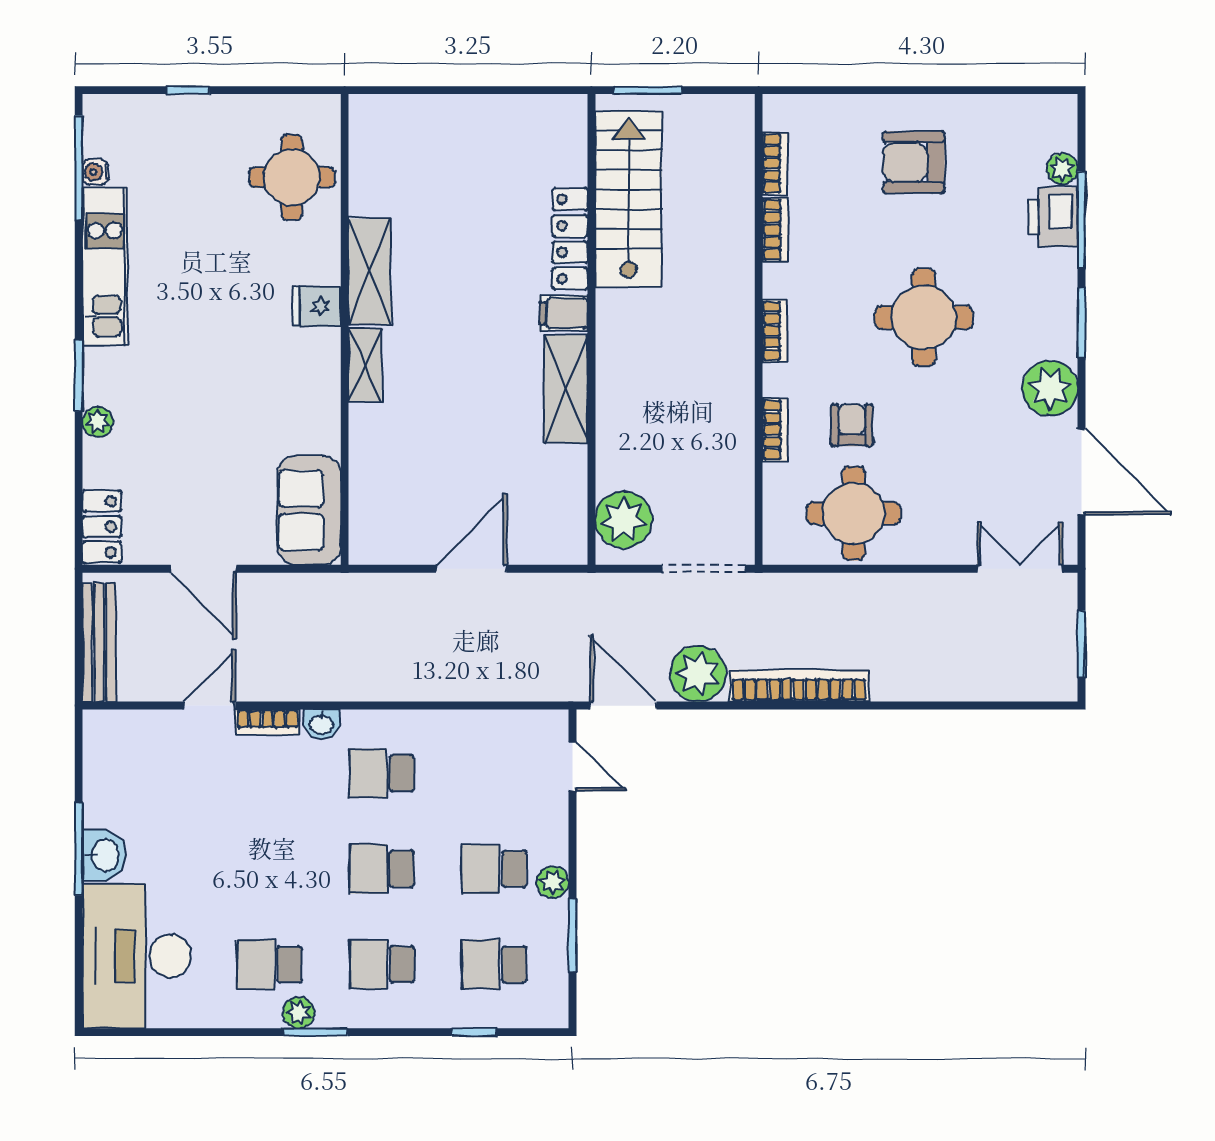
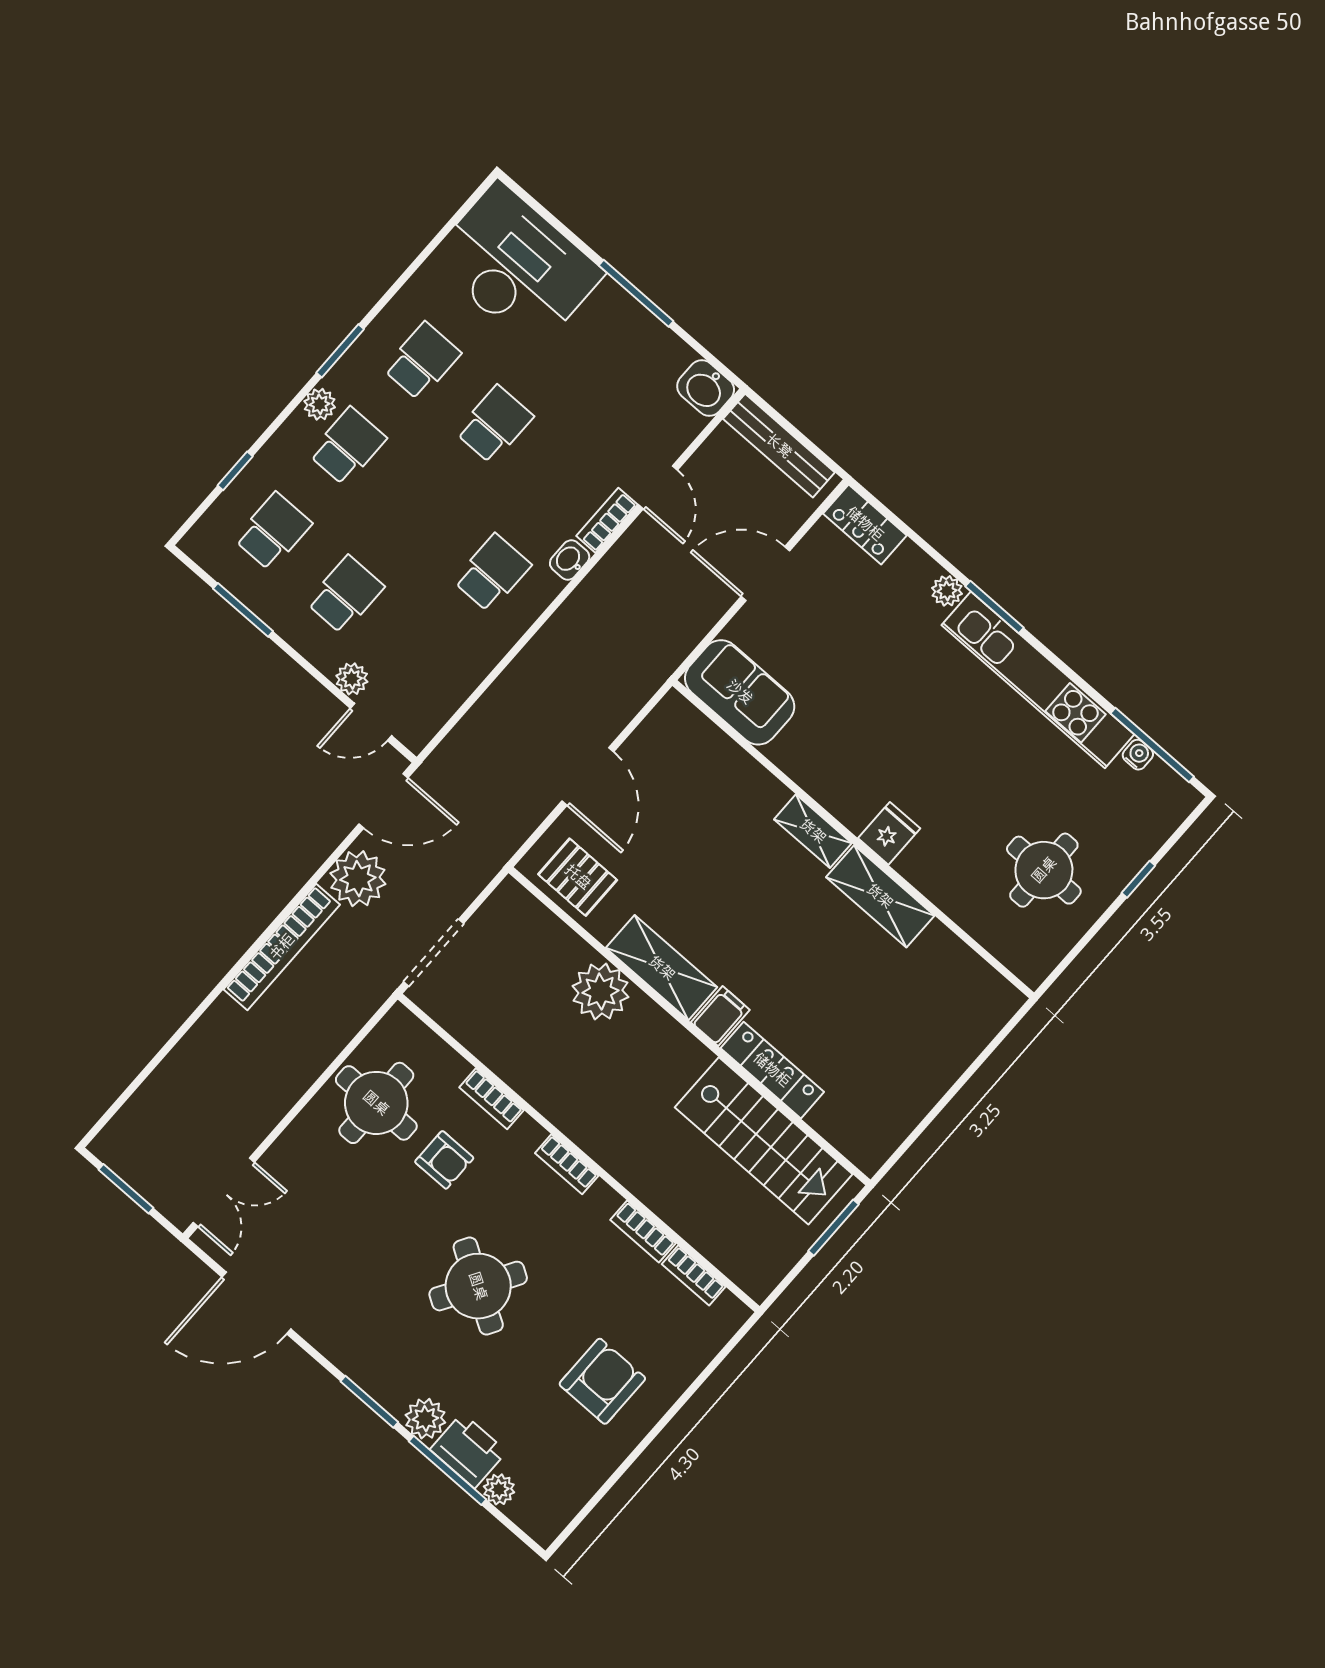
round table: (292, 177) -> (1044, 870), moved
kitchen unit: (105, 267) -> (1038, 680), width x1.36
round table: (924, 317) -> (478, 1286), turned 31
plant: (1050, 388) -> (425, 1419), moved, width x0.73, depth x0.73
pallet: (553, 511) -> (578, 877), added
plant: (624, 520) -> (600, 992), moved
washbasin: (104, 855) -> (706, 388), moved
school desk: (382, 869) -> (494, 424), moved
plant: (553, 882) -> (352, 679), moved
plant: (299, 1013) -> (320, 404), moved

